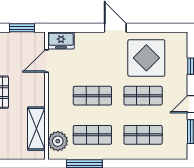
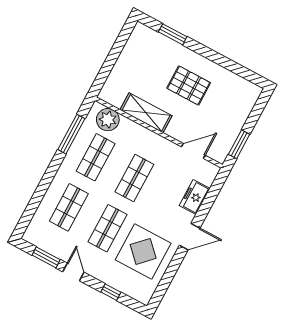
freezer: (61, 40) -> (195, 197), moved
door: (46, 61) -> (193, 151), hinge flipped
shelving: (36, 129) -> (146, 113), moved

